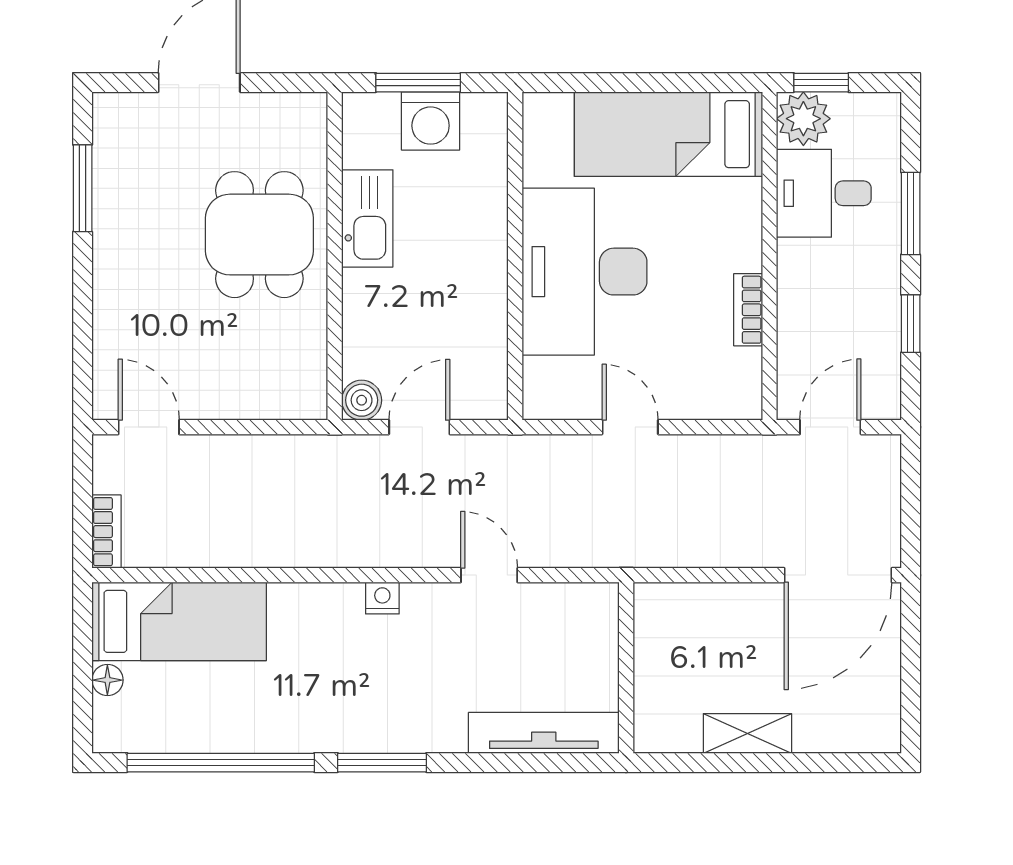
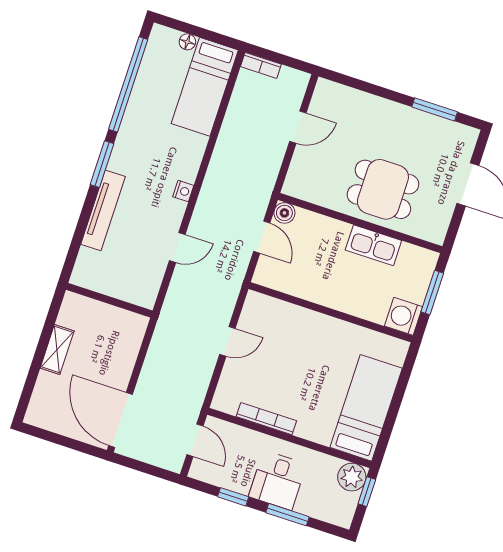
washing machine: (431, 121) -> (403, 316), moved
desk: (824, 193) -> (278, 480), moved, turned 180
desk: (584, 272) -> (312, 344), removed
bookcase: (748, 310) -> (266, 419), width x1.56
door: (149, 427) -> (298, 127), moved
tv unit: (544, 733) -> (103, 210), moved

